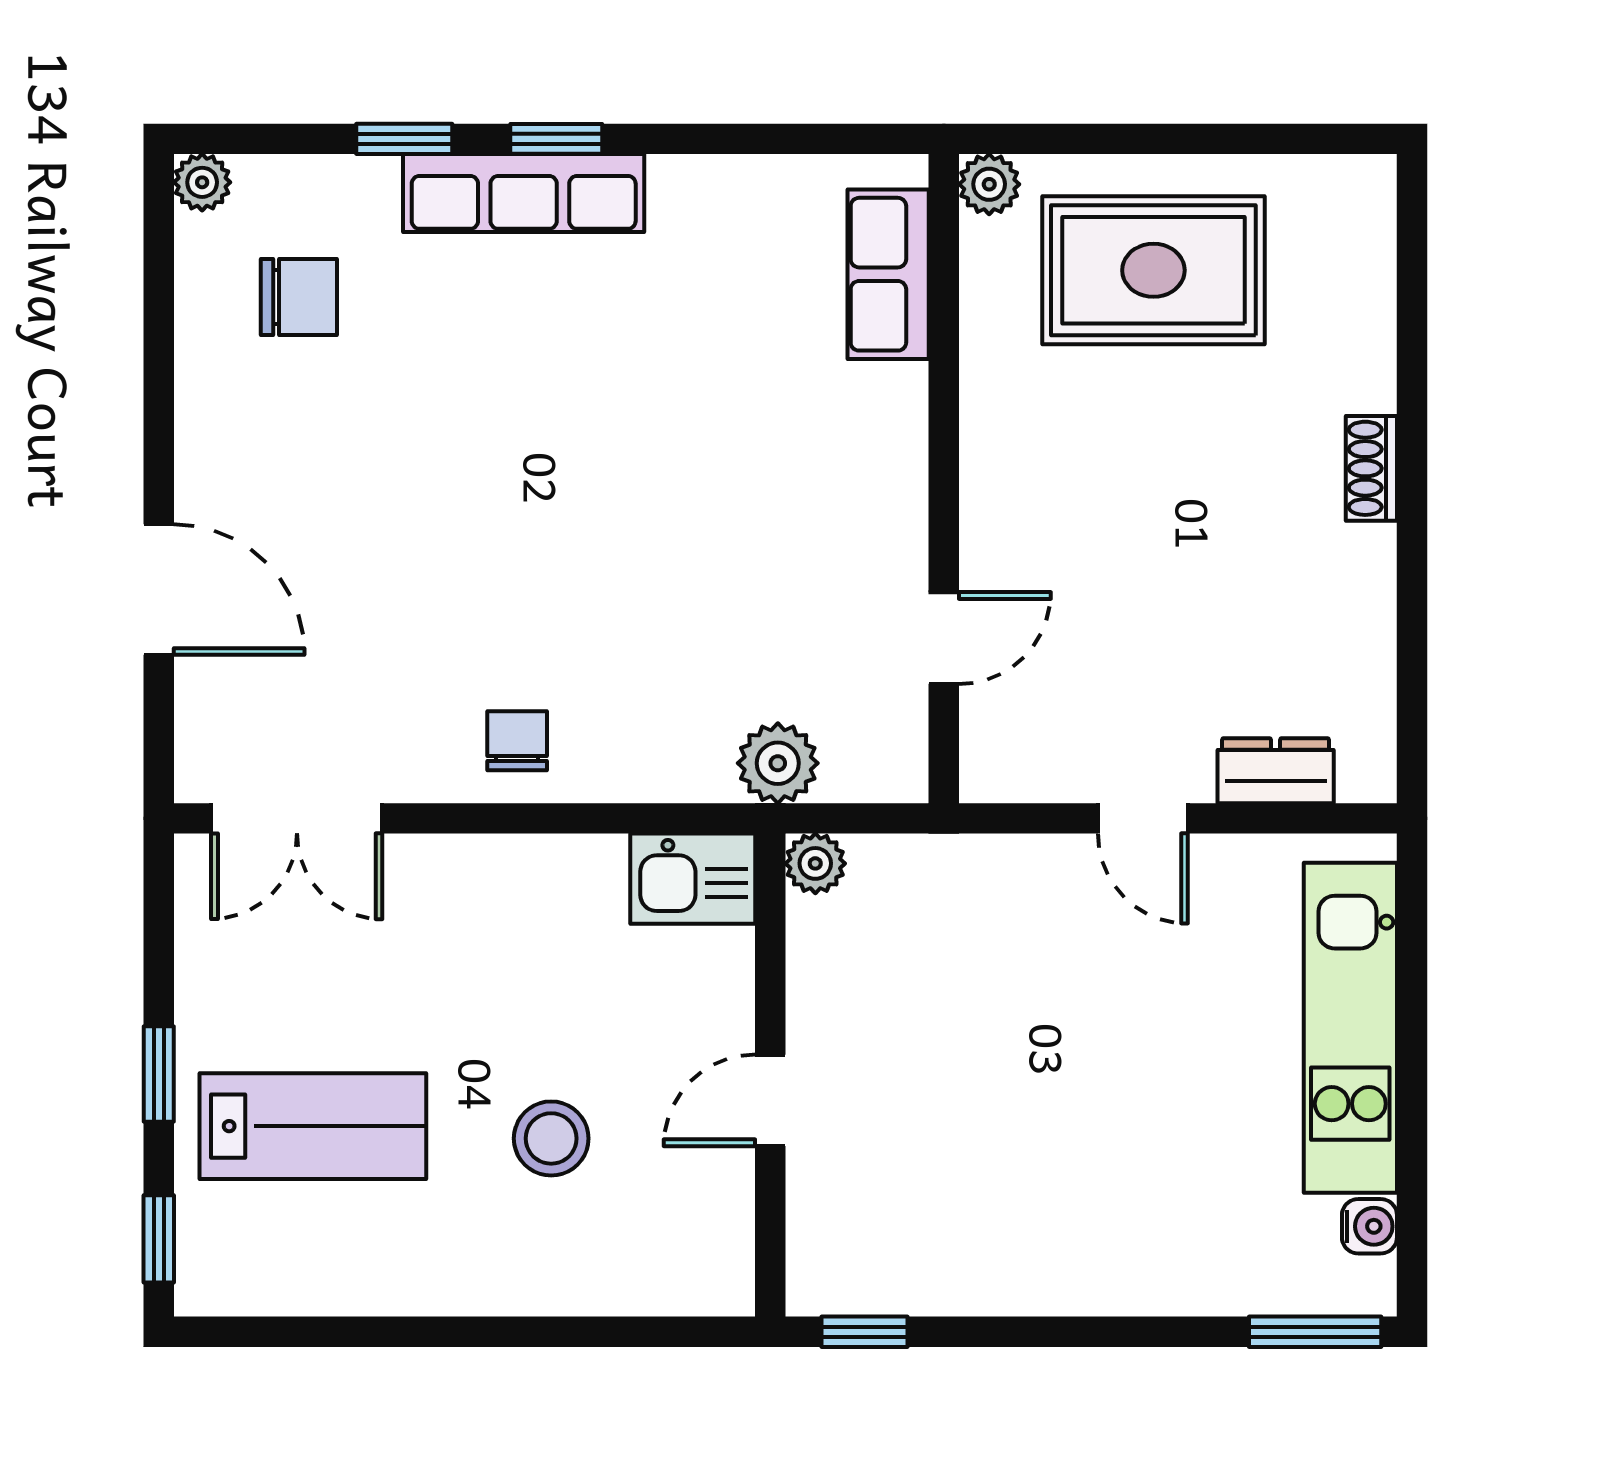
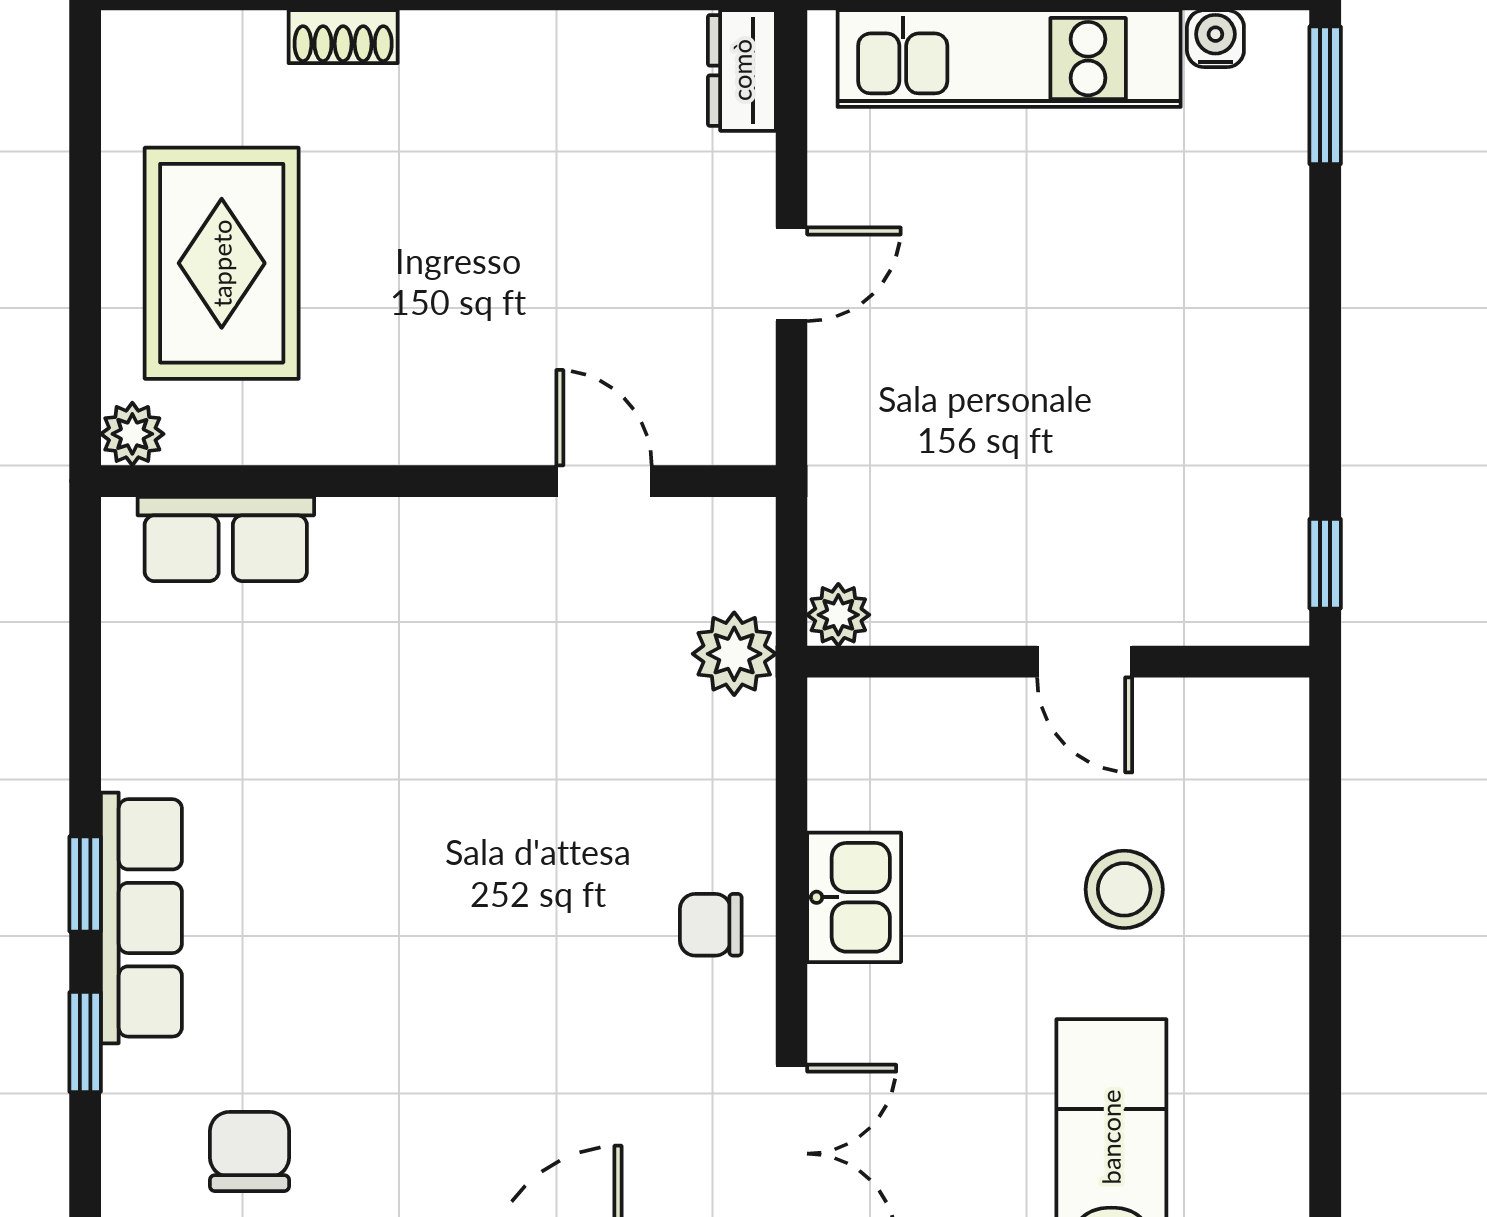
shoe rack: (1371, 468) -> (343, 37), moved
dresser: (1276, 771) -> (742, 70), moved
kitchen sink: (693, 879) -> (854, 897), moved

